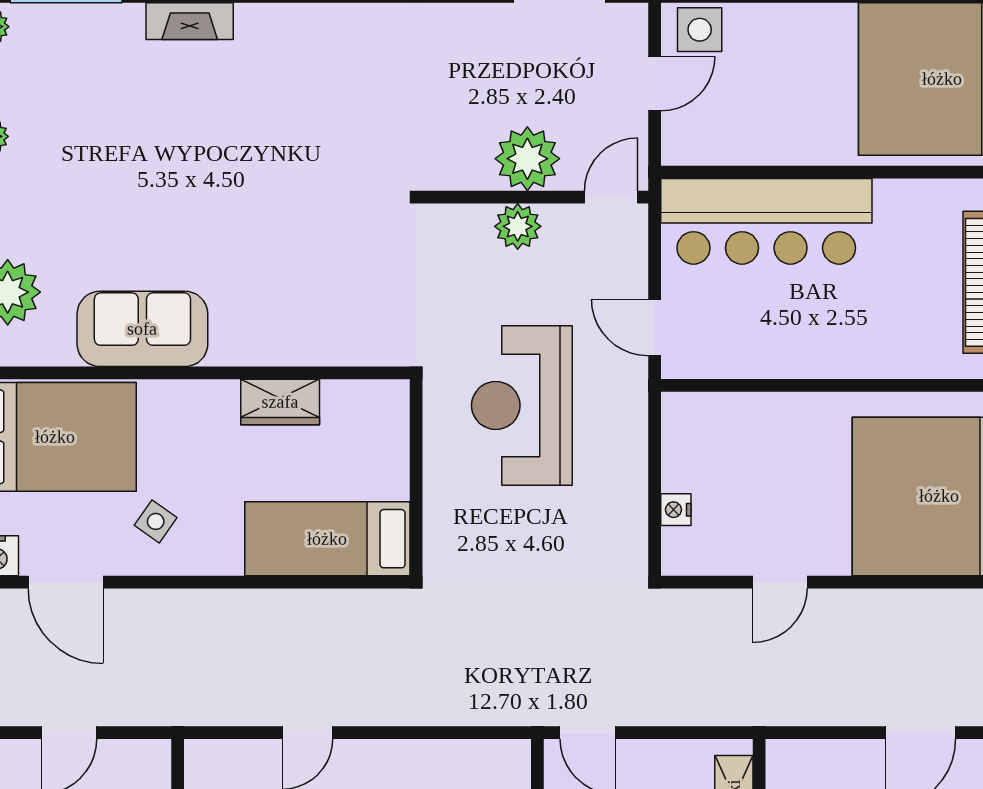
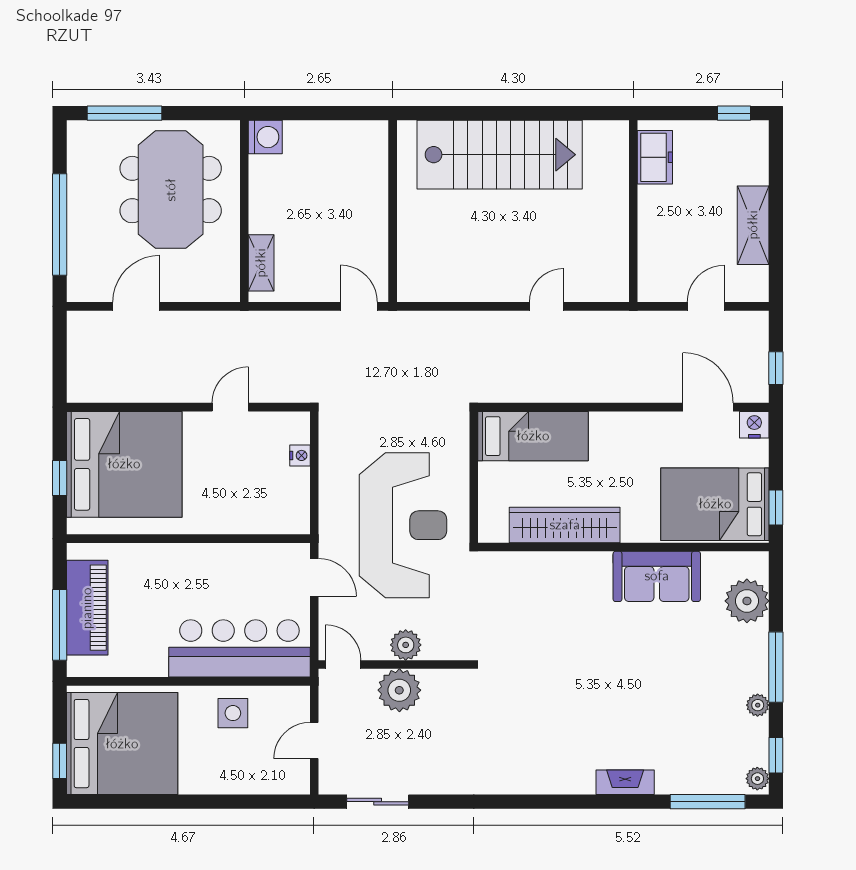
side table: (700, 30) -> (233, 713), moved
door: (611, 197) -> (343, 665), swing flipped
wardrobe: (280, 402) -> (565, 525), width x2.10, depth x1.17
reception desk: (522, 405) -> (403, 525), width x1.36, depth x1.30
side table: (156, 521) -> (648, 448), removed

